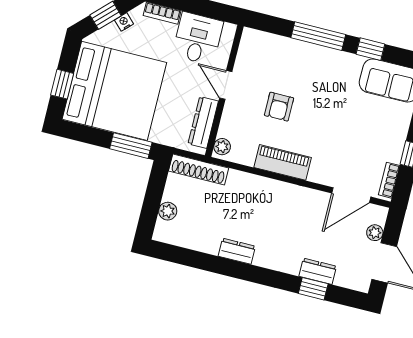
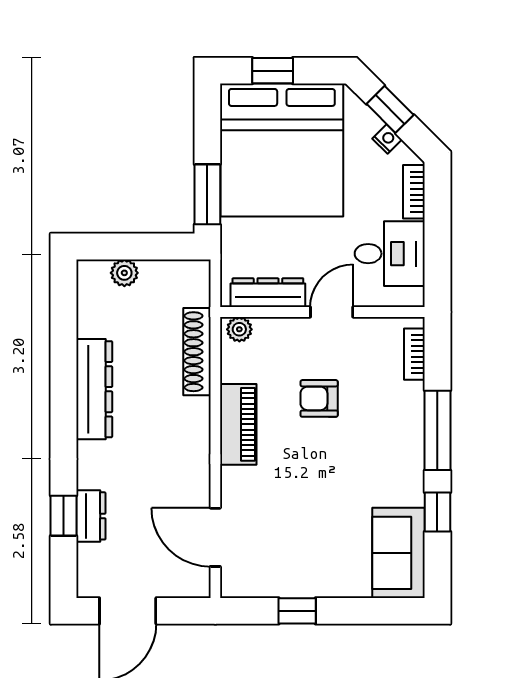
shoe rack: (199, 169) -> (197, 352), moved
bookcase: (389, 180) -> (414, 354), moved, turned -90
plant: (375, 233) -> (169, 586), removed
dresser: (237, 251) -> (94, 389), width x1.96, depth x1.24

